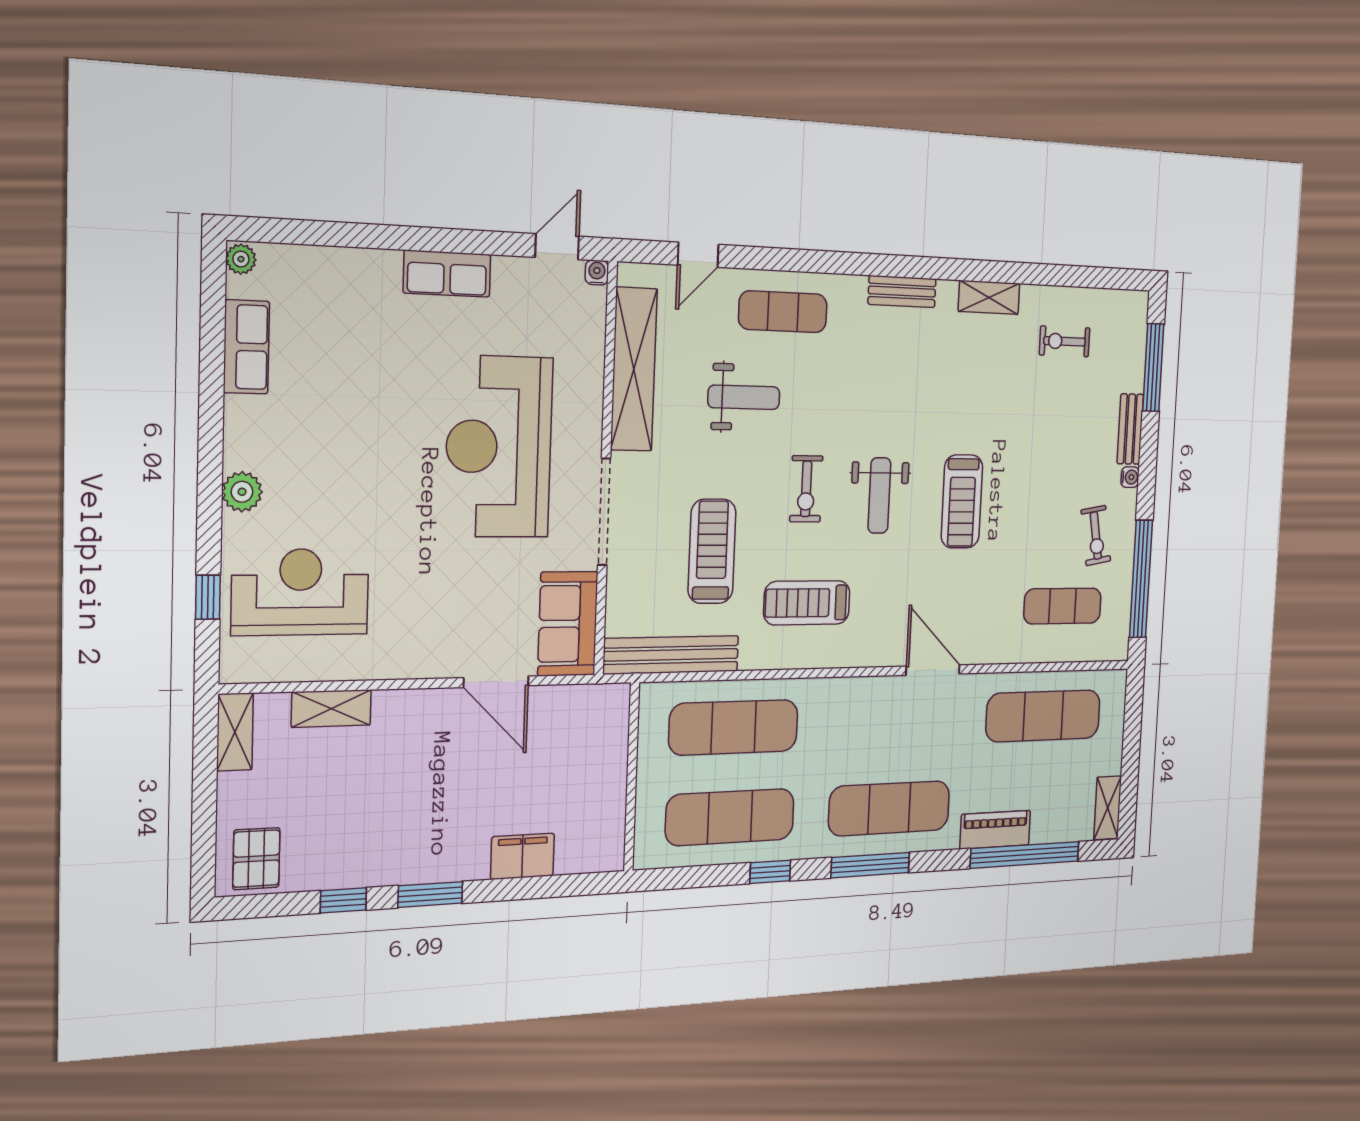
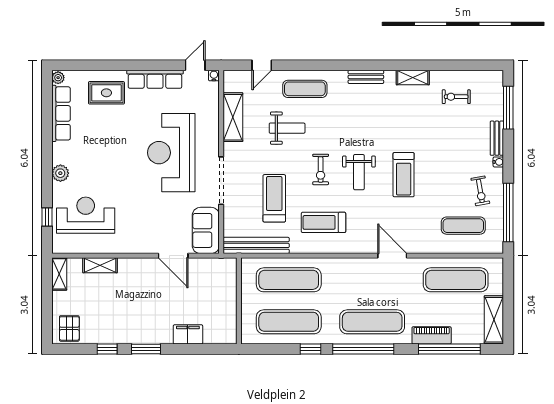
row of seats: (447, 274) -> (155, 79), width x1.48
rug: (356, 302) -> (106, 93), added
row of seats: (246, 347) -> (61, 113), width x1.48
shelving: (634, 369) -> (233, 117), width x0.68
shelving: (1108, 808) -> (494, 320), width x1.50, depth x1.33
window: (870, 865) -> (363, 349), width x1.46

